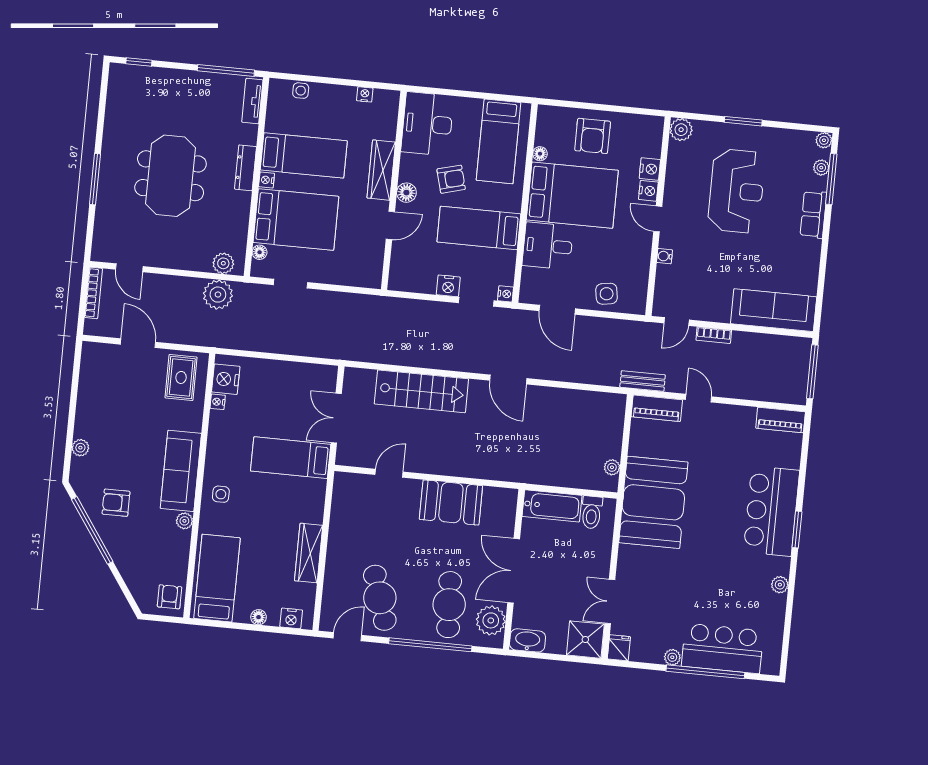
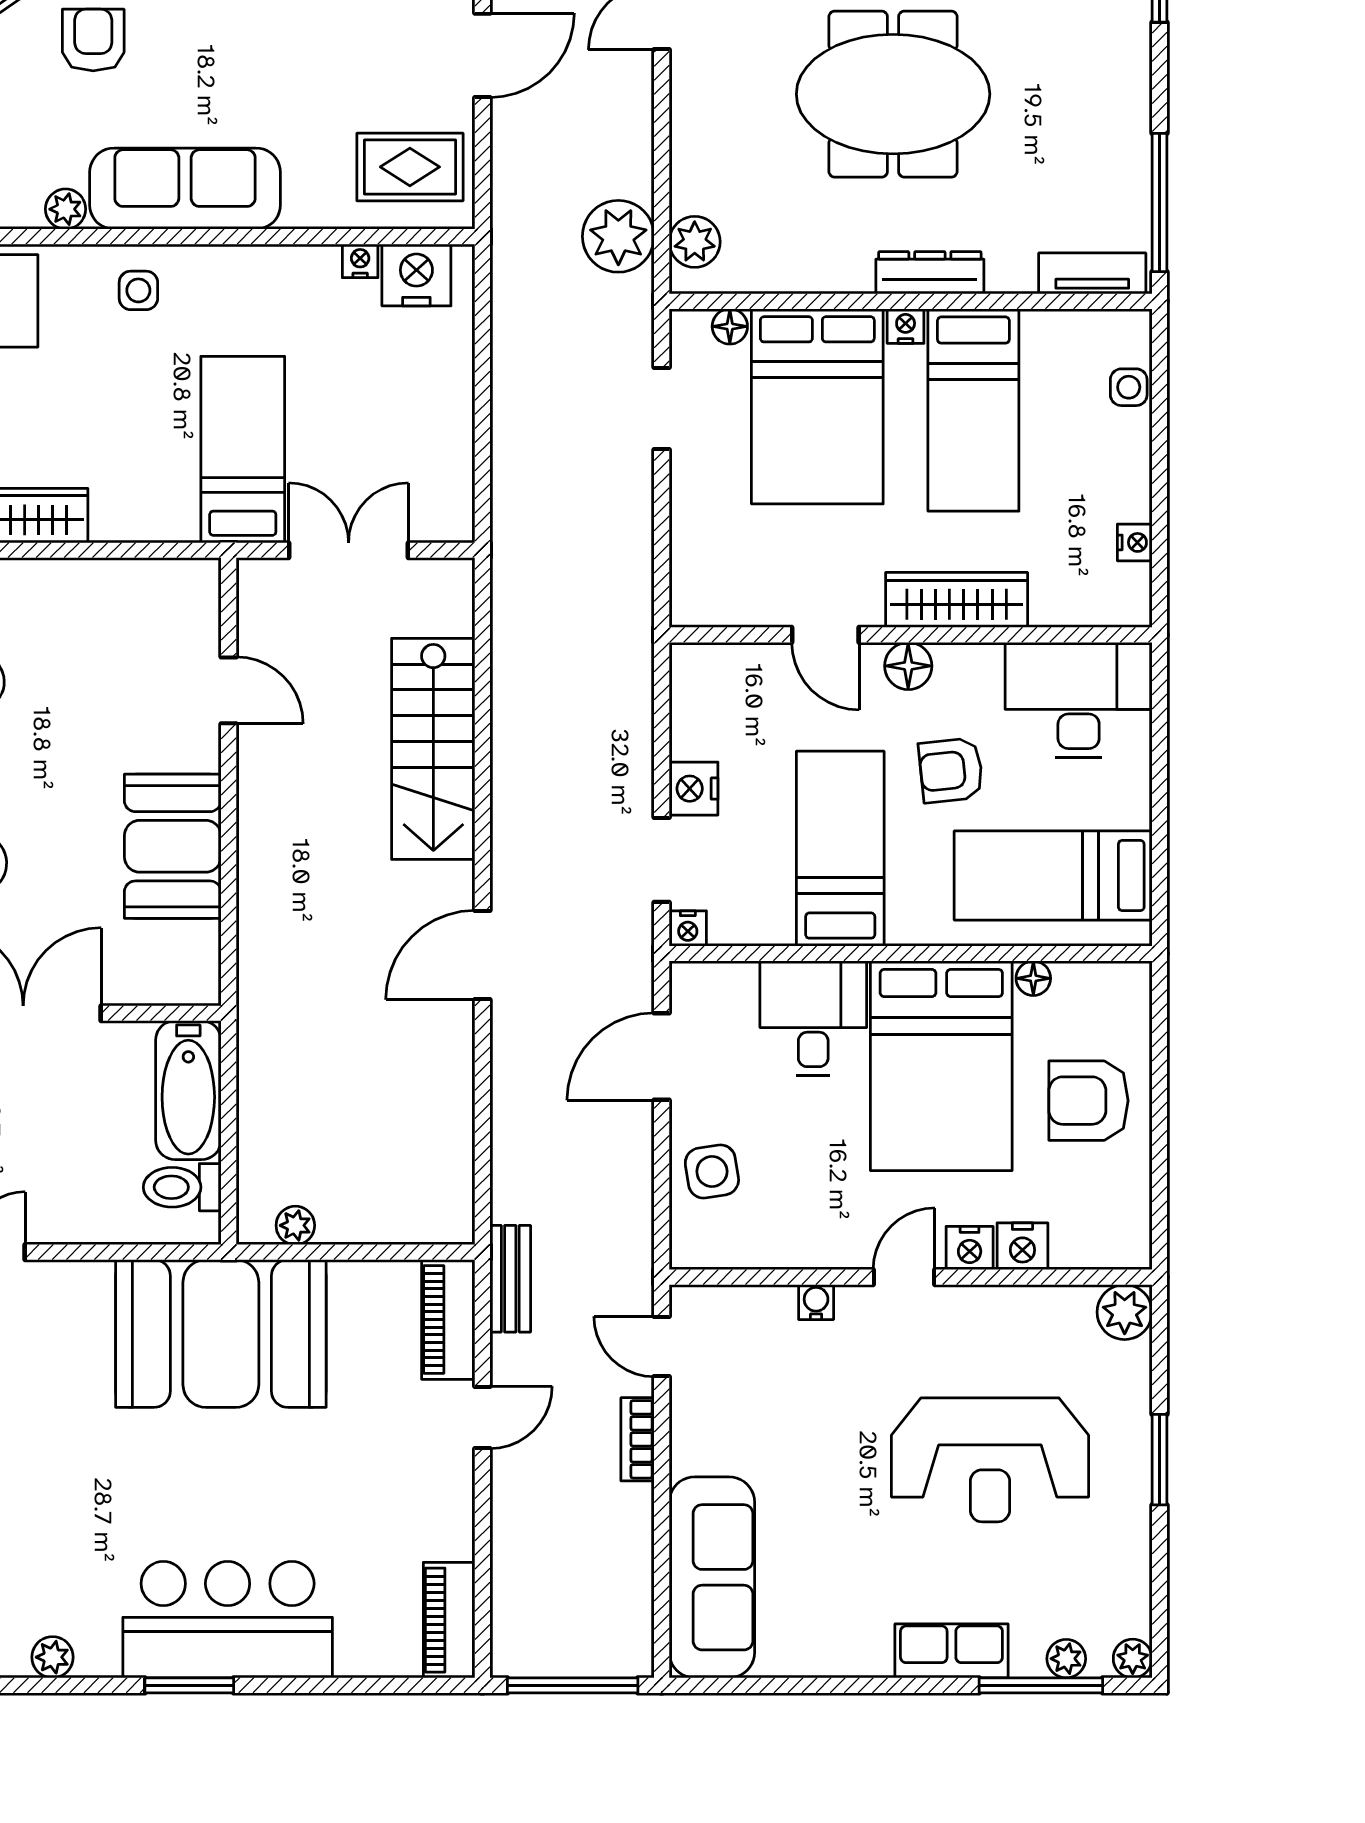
armchair: (451, 179) -> (951, 770), turned 99

